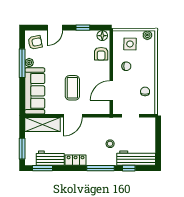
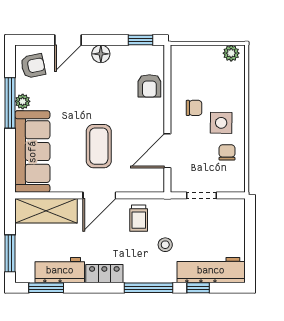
window: (83, 28) -> (140, 40), moved
floor lamp: (102, 36) -> (101, 54), moved
side table: (130, 44) -> (221, 123), moved
trolley: (95, 129) -> (139, 218), added

